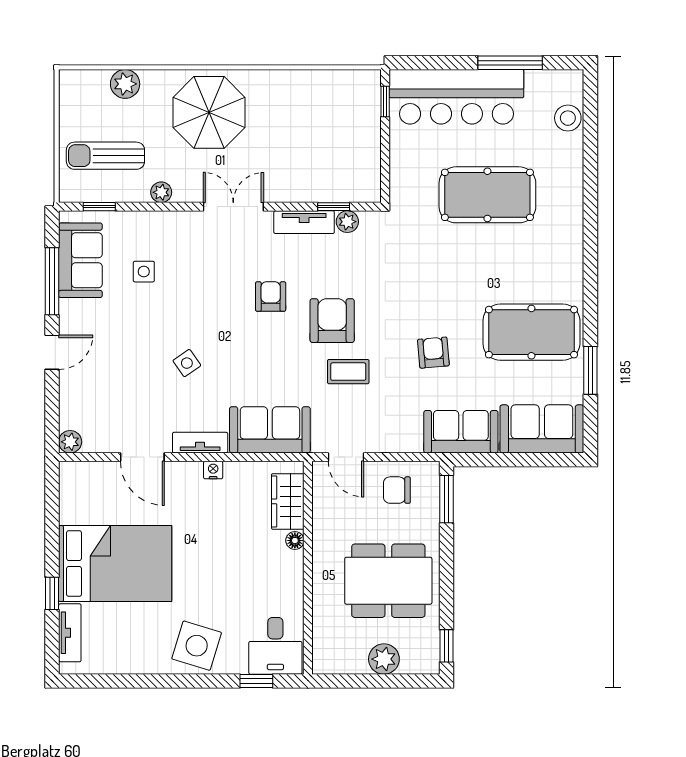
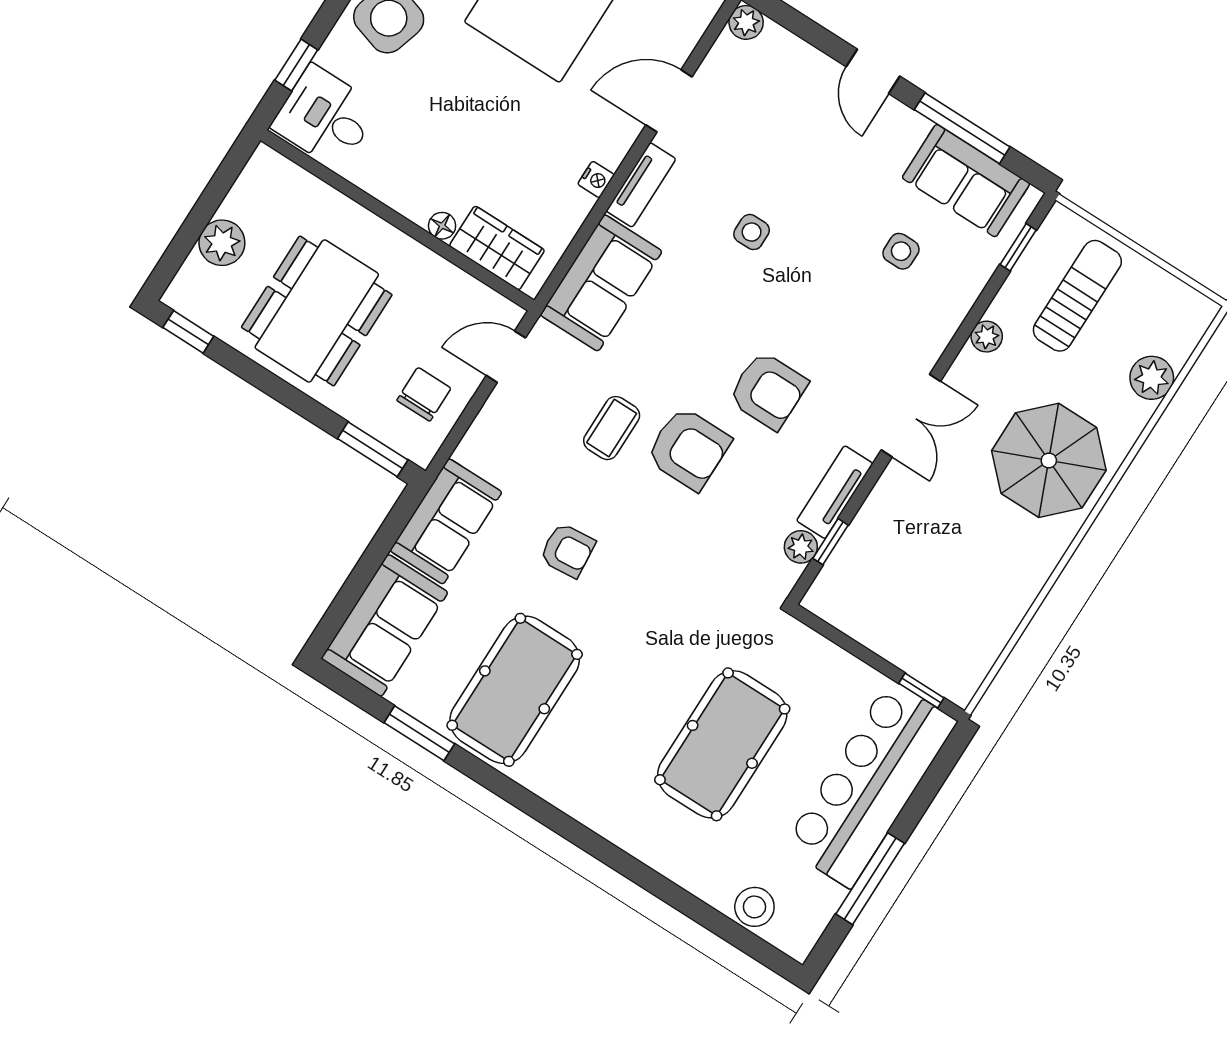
armchair: (271, 297) -> (768, 391), width x1.38, depth x1.38
side table: (187, 363) -> (752, 232), turned 35

